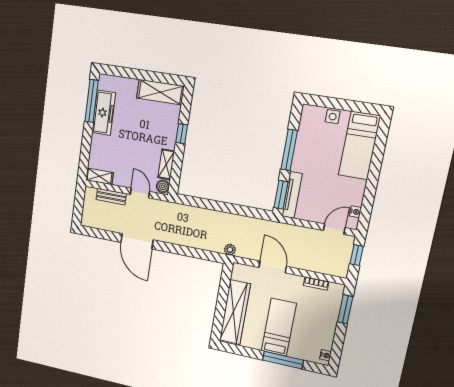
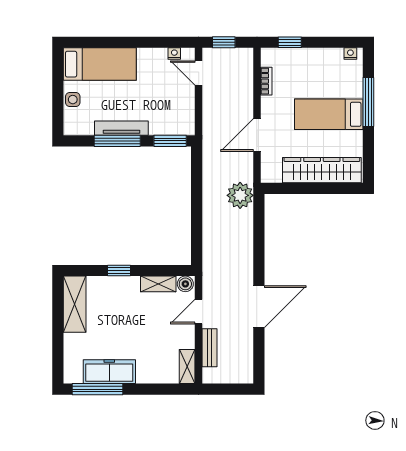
tv unit: (292, 195) -> (121, 128), moved
plant: (230, 250) -> (240, 195), width x1.87, depth x1.87
window: (345, 309) -> (290, 42), width x0.67

